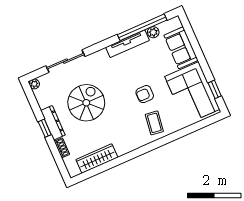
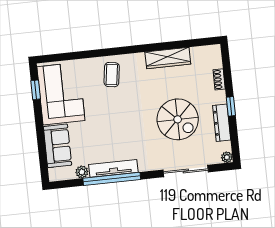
window: (142, 27) -> (112, 179), moved
armchair: (145, 94) -> (112, 109), removed
spiral stairs: (86, 103) -> (178, 119), turned -90
dresser: (53, 123) -> (222, 123), moved
wardrobe: (97, 158) -> (168, 58), moved

